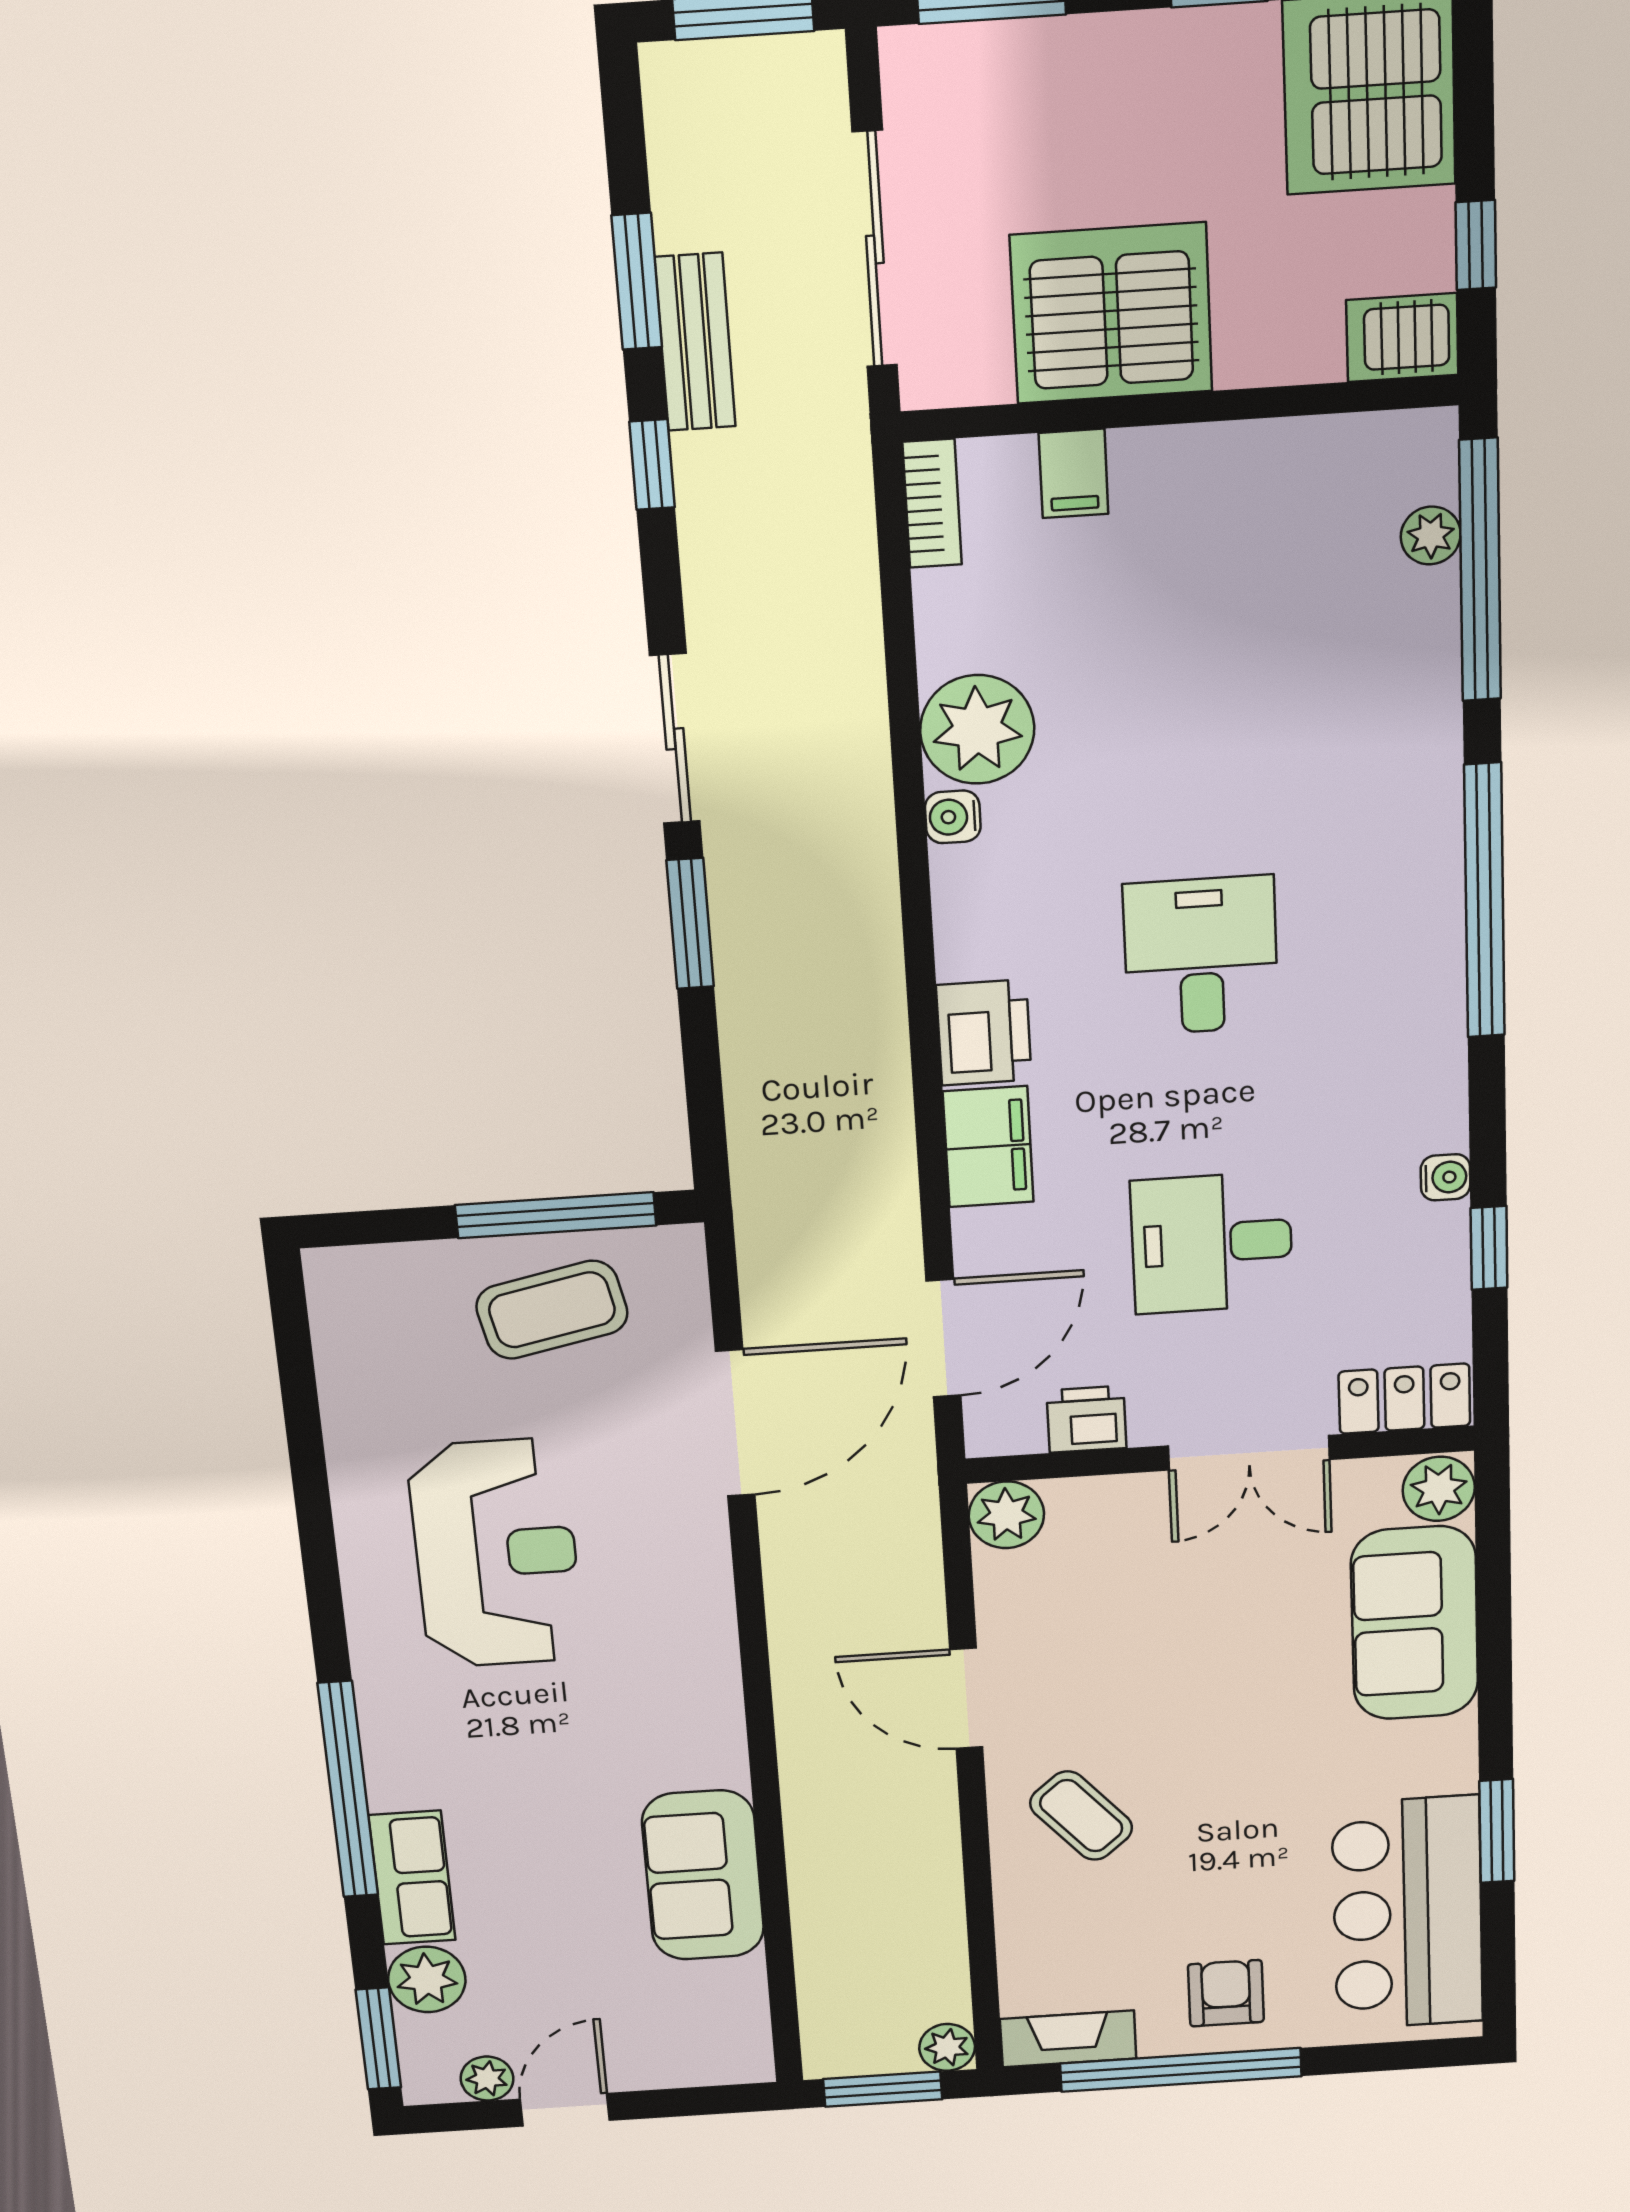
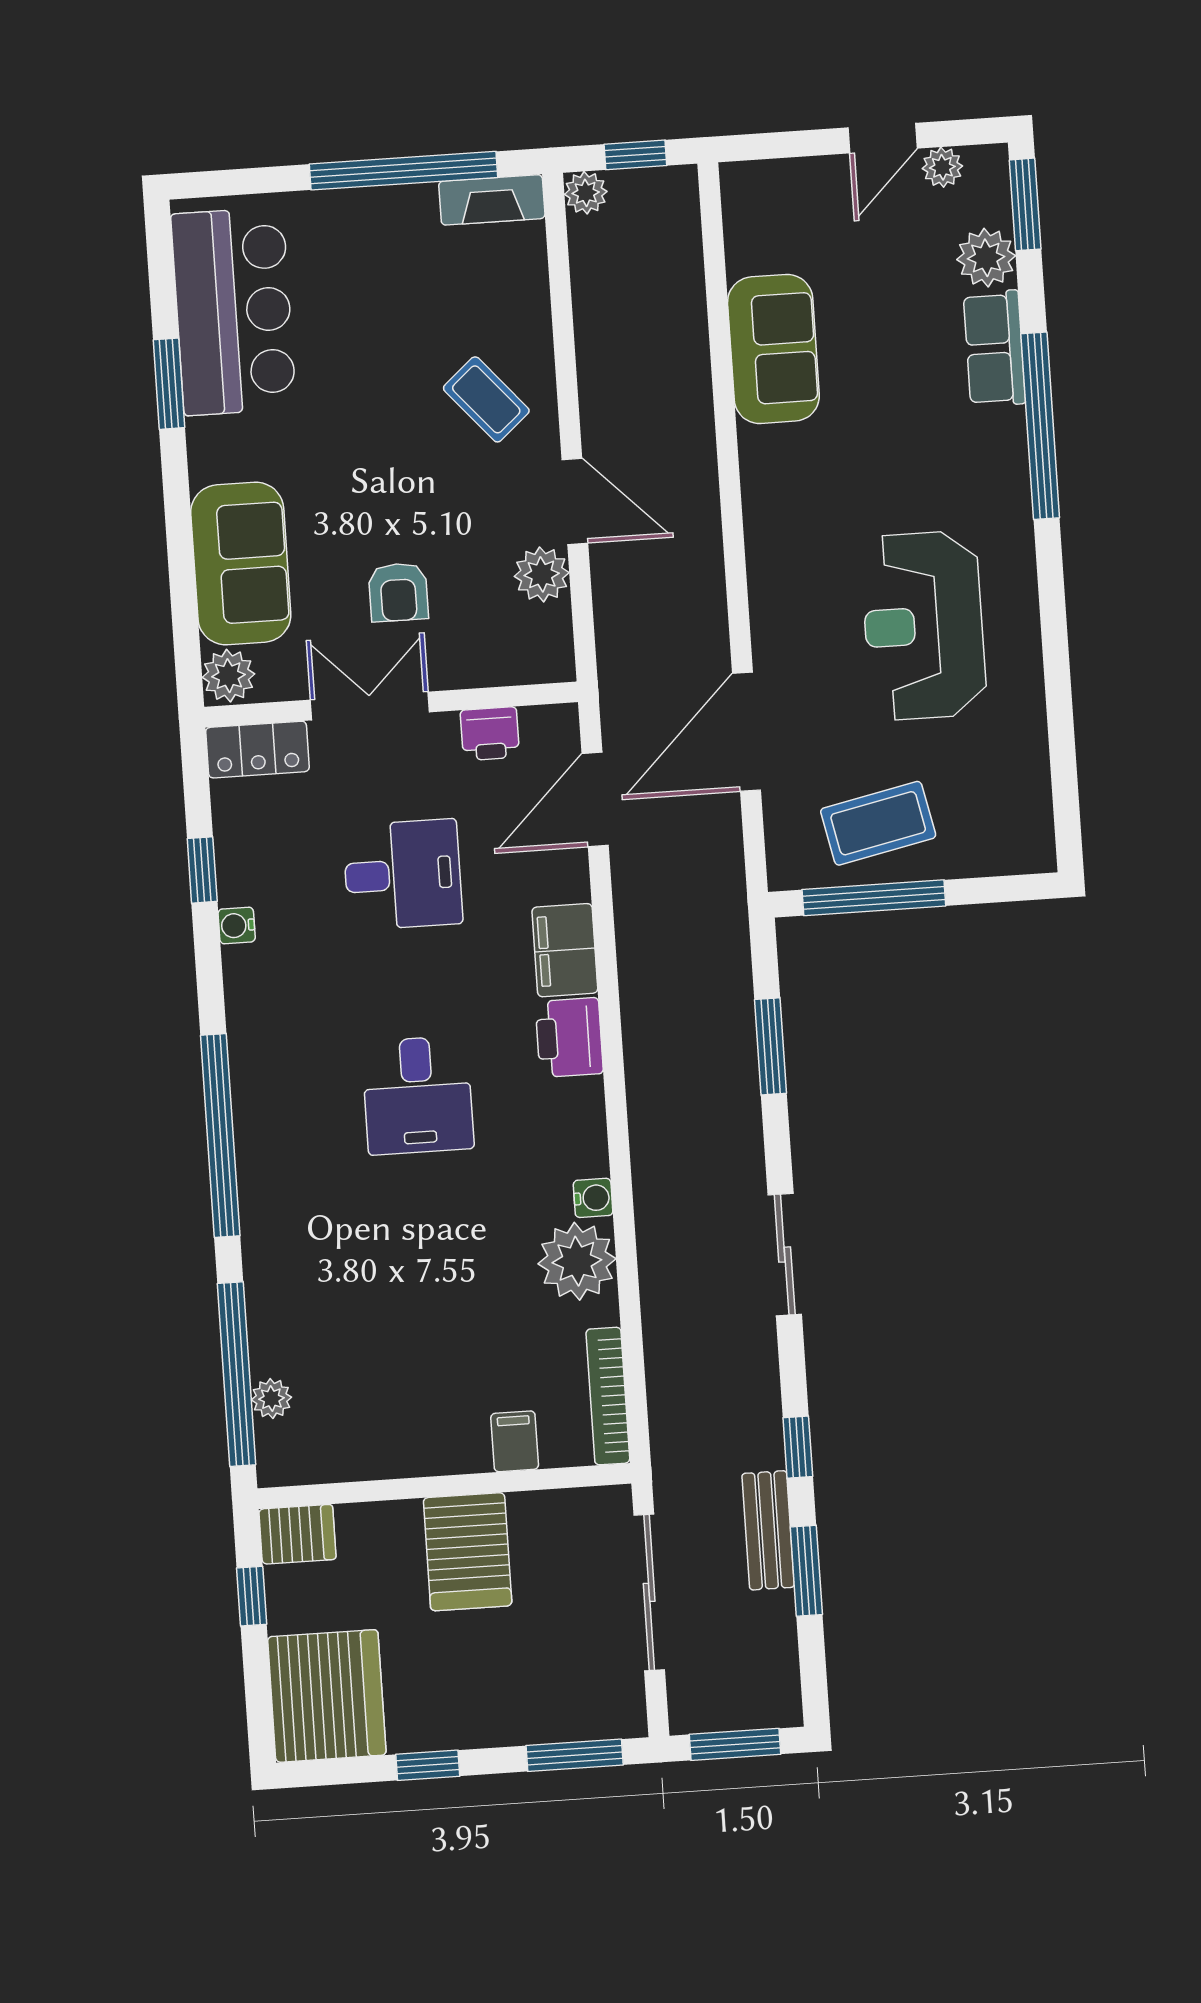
server rack: (1111, 313) -> (468, 1552), width x0.62
bookcase: (932, 503) -> (608, 1396), width x1.56
window: (690, 924) -> (771, 1046), moved
plant: (1006, 1515) -> (542, 574), moved
armchair: (1226, 1993) -> (398, 592), moved
window: (883, 2089) -> (635, 155), width x0.67

